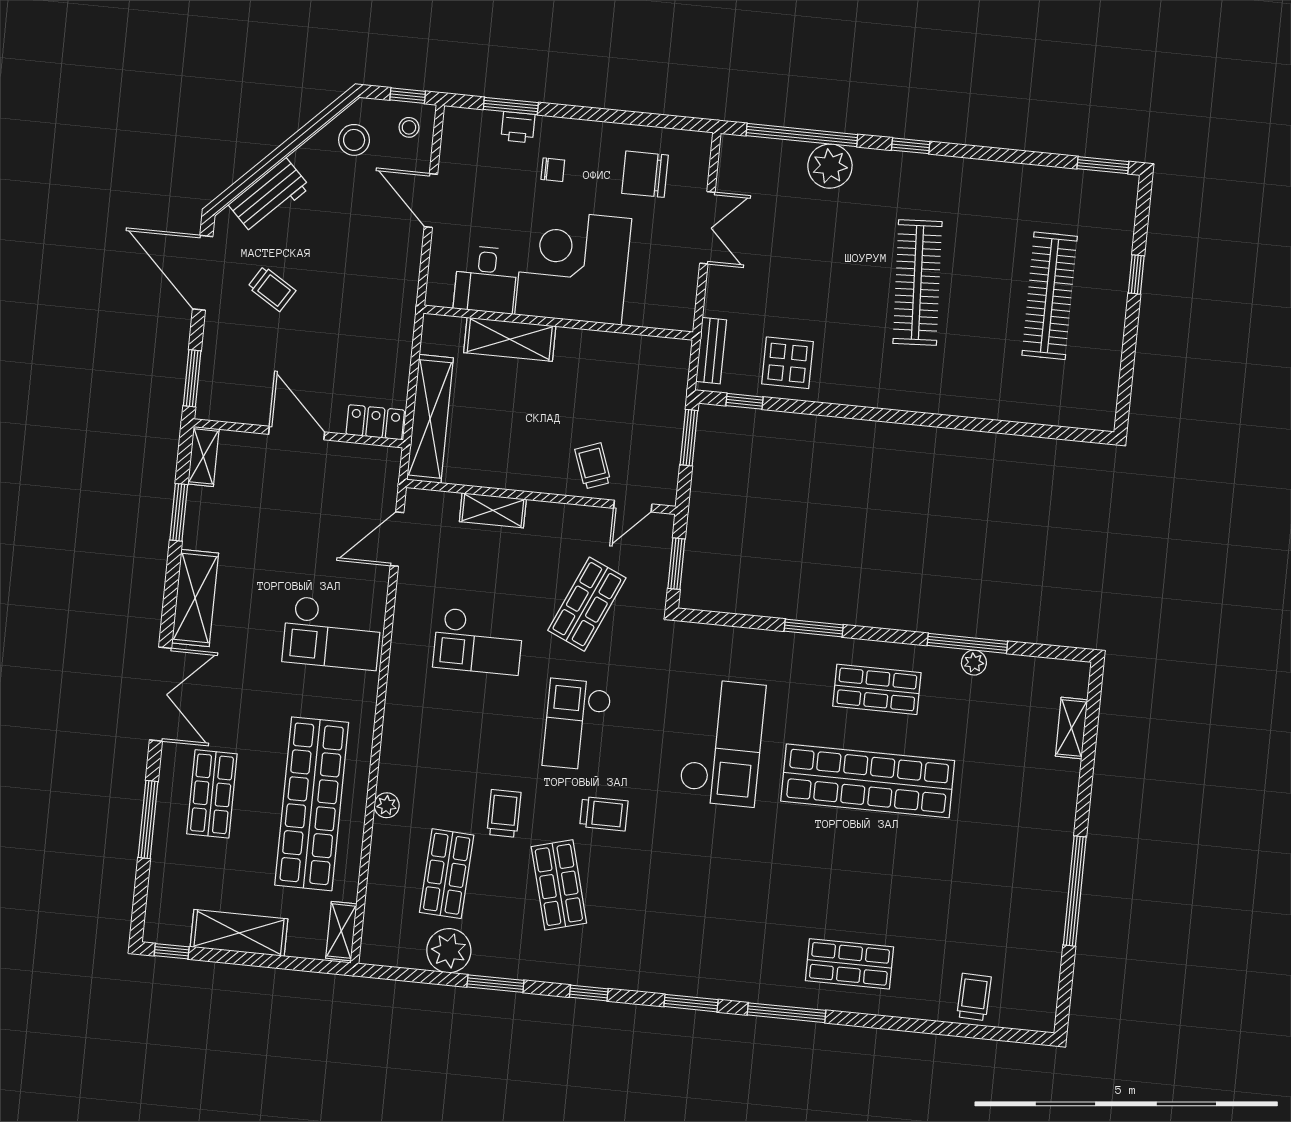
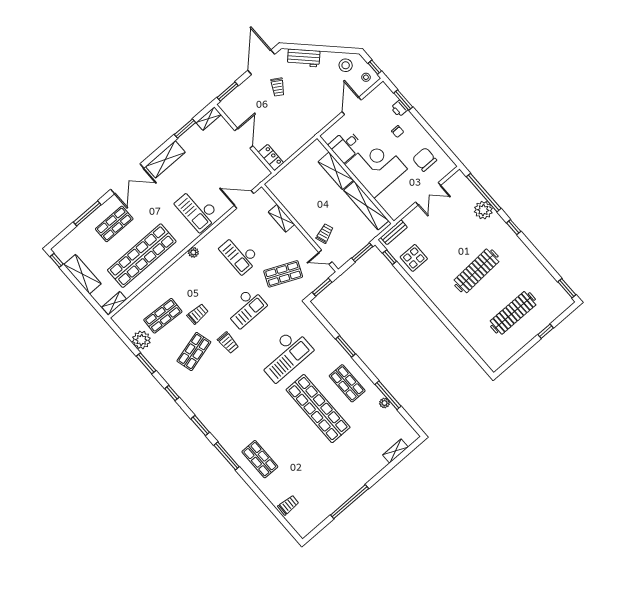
shelving: (430, 419) -> (366, 206), moved, turned 90
checkout: (577, 725) -> (245, 308), turned 180
plant: (387, 805) -> (193, 252), moved

